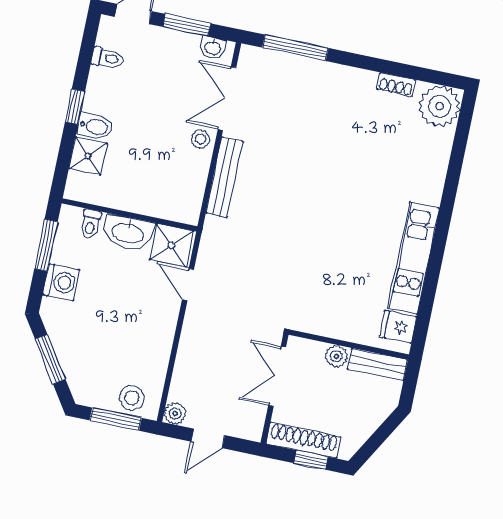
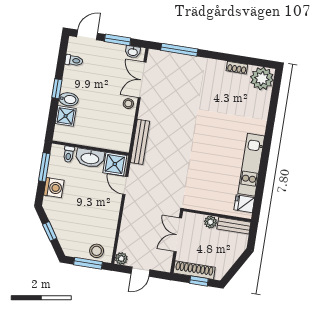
bench: (224, 177) -> (140, 142), moved
window: (50, 359) -> (50, 231), width x0.67

